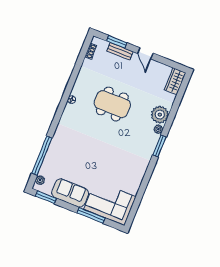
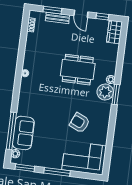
window: (167, 62) -> (102, 17), added
dining table: (112, 104) -> (78, 70), moved
plant: (160, 115) -> (105, 92), moved
armchair: (115, 166) -> (80, 123), added
sofa: (70, 193) -> (23, 133), moved, turned 90
window: (91, 215) -> (57, 172), moved

